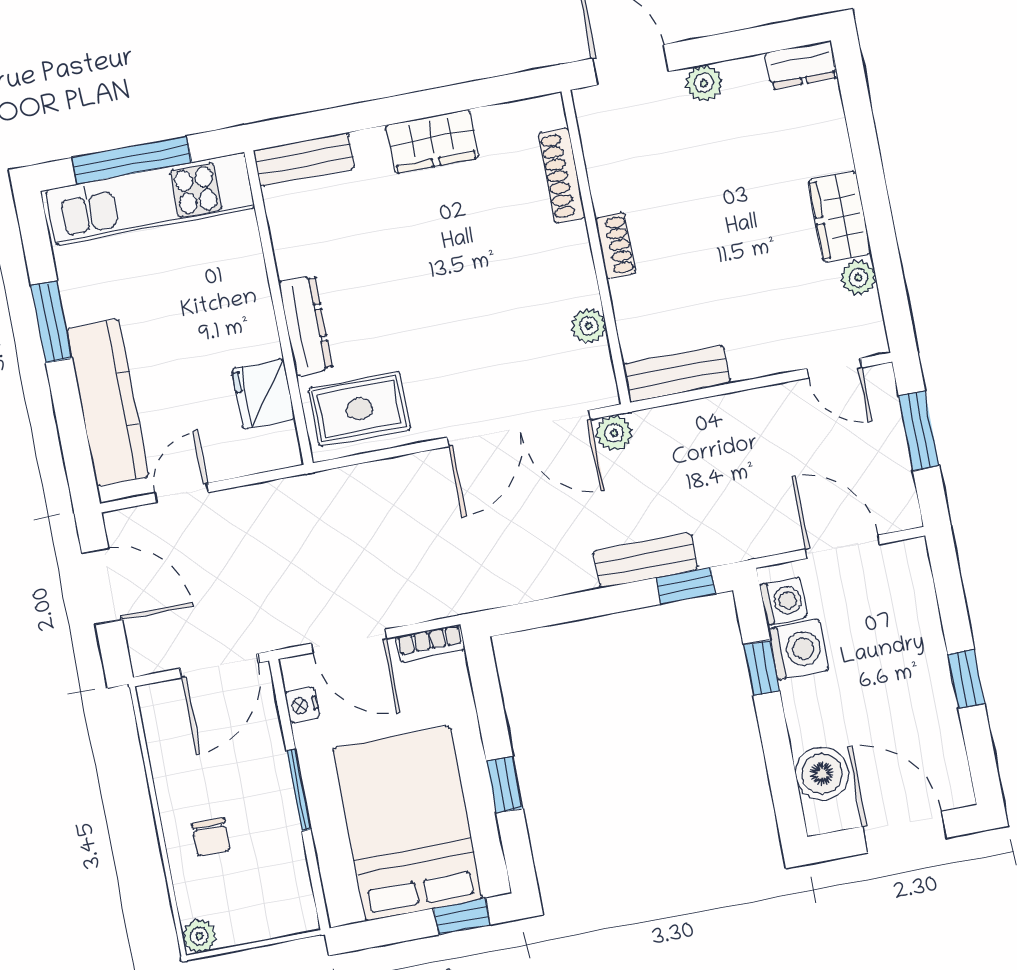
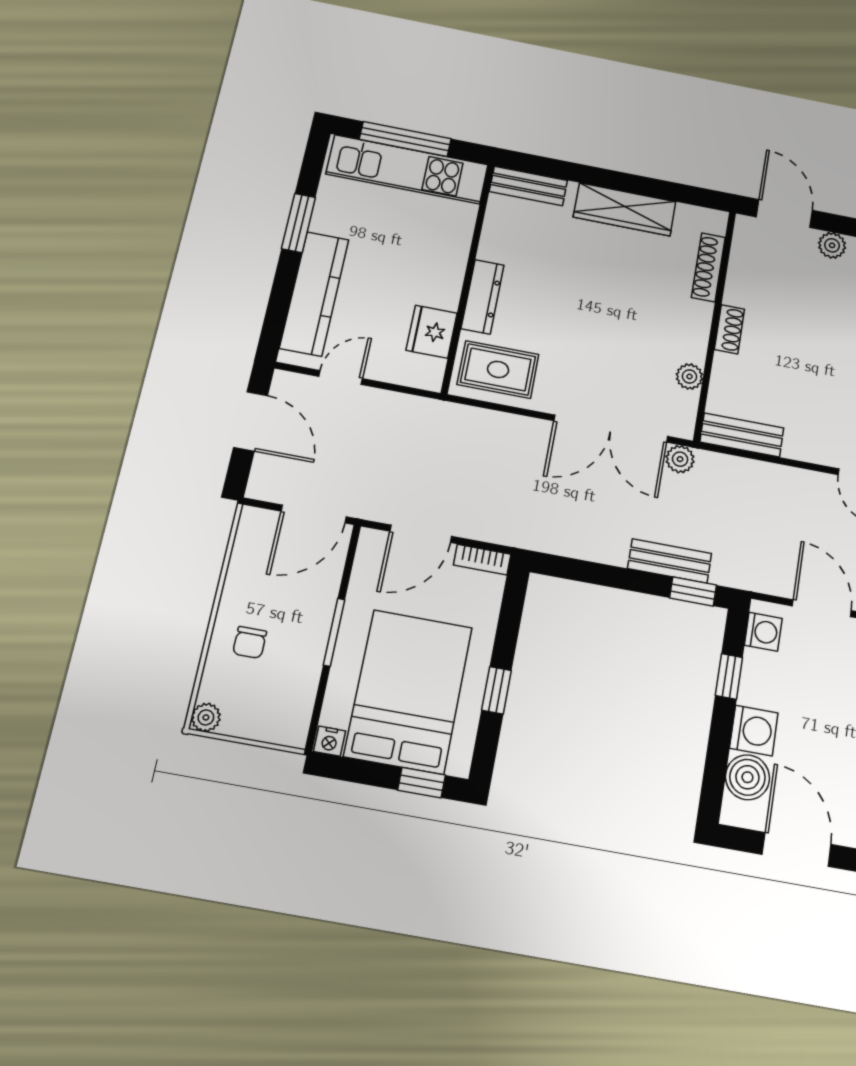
wardrobe: (432, 141) -> (625, 209), width x1.50
door: (349, 641) -> (421, 534), hinge flipped
washing machine: (798, 650) -> (754, 730), moved
nightstand: (302, 705) -> (330, 741), moved, turned -90

